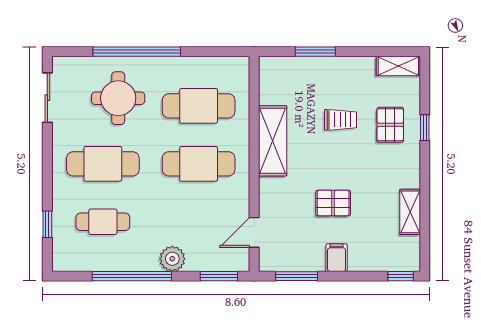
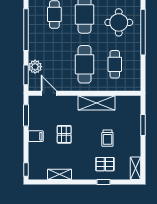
cafe table: (199, 106) -> (115, 64), width x0.73, depth x0.74
plant: (172, 259) -> (35, 67), moved

